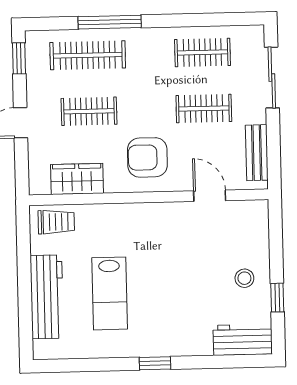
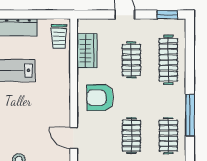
window: (110, 22) -> (190, 115), moved
armchair: (147, 157) -> (100, 98), turned -90
door: (210, 196) -> (74, 138), swing flipped

